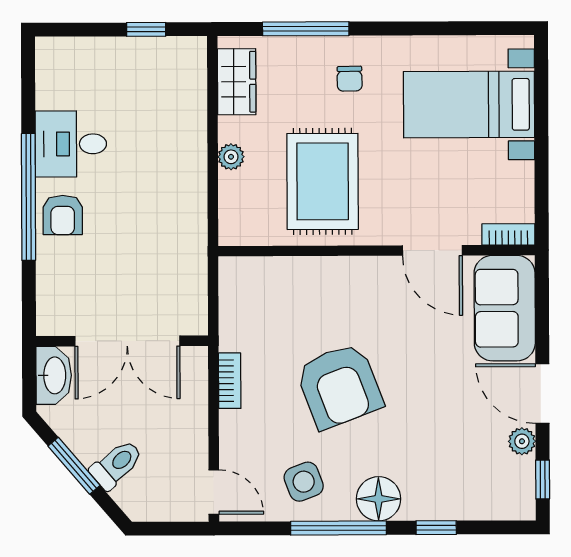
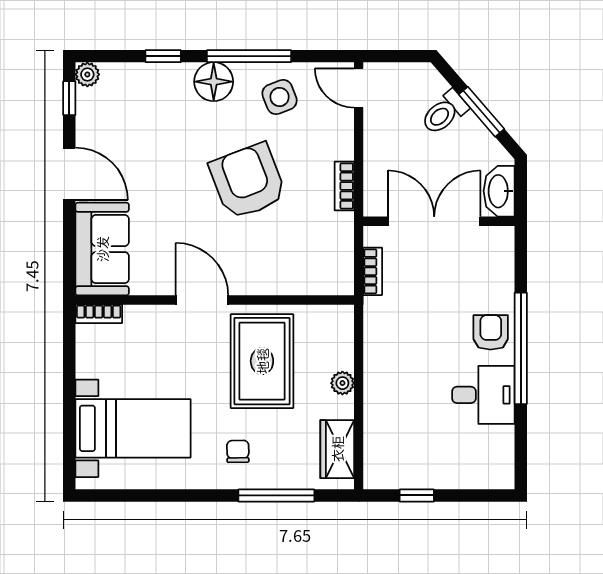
door: (432, 250) -> (202, 300), moved
bookcase: (197, 284) -> (373, 271), added
plant: (522, 441) -> (87, 74), moved

